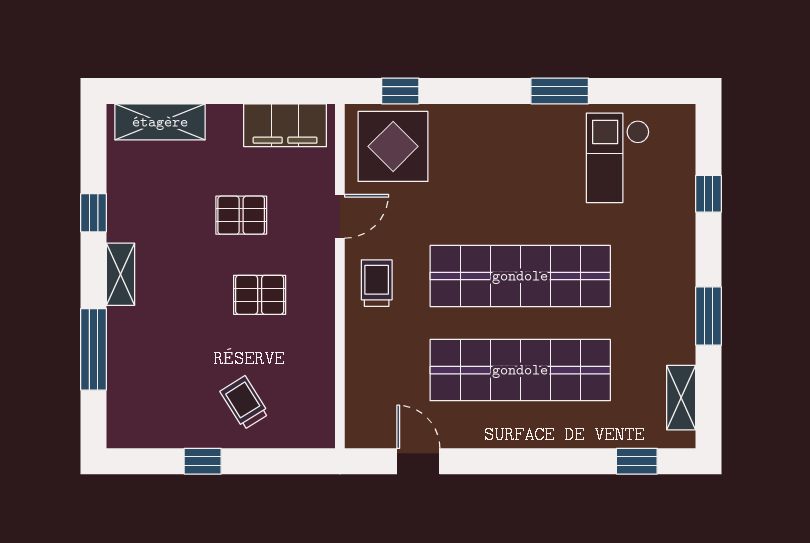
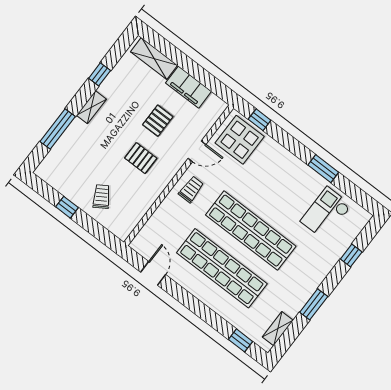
filing cabinet: (285, 125) -> (189, 87), moved
pallet: (241, 215) -> (158, 121), turned 90

